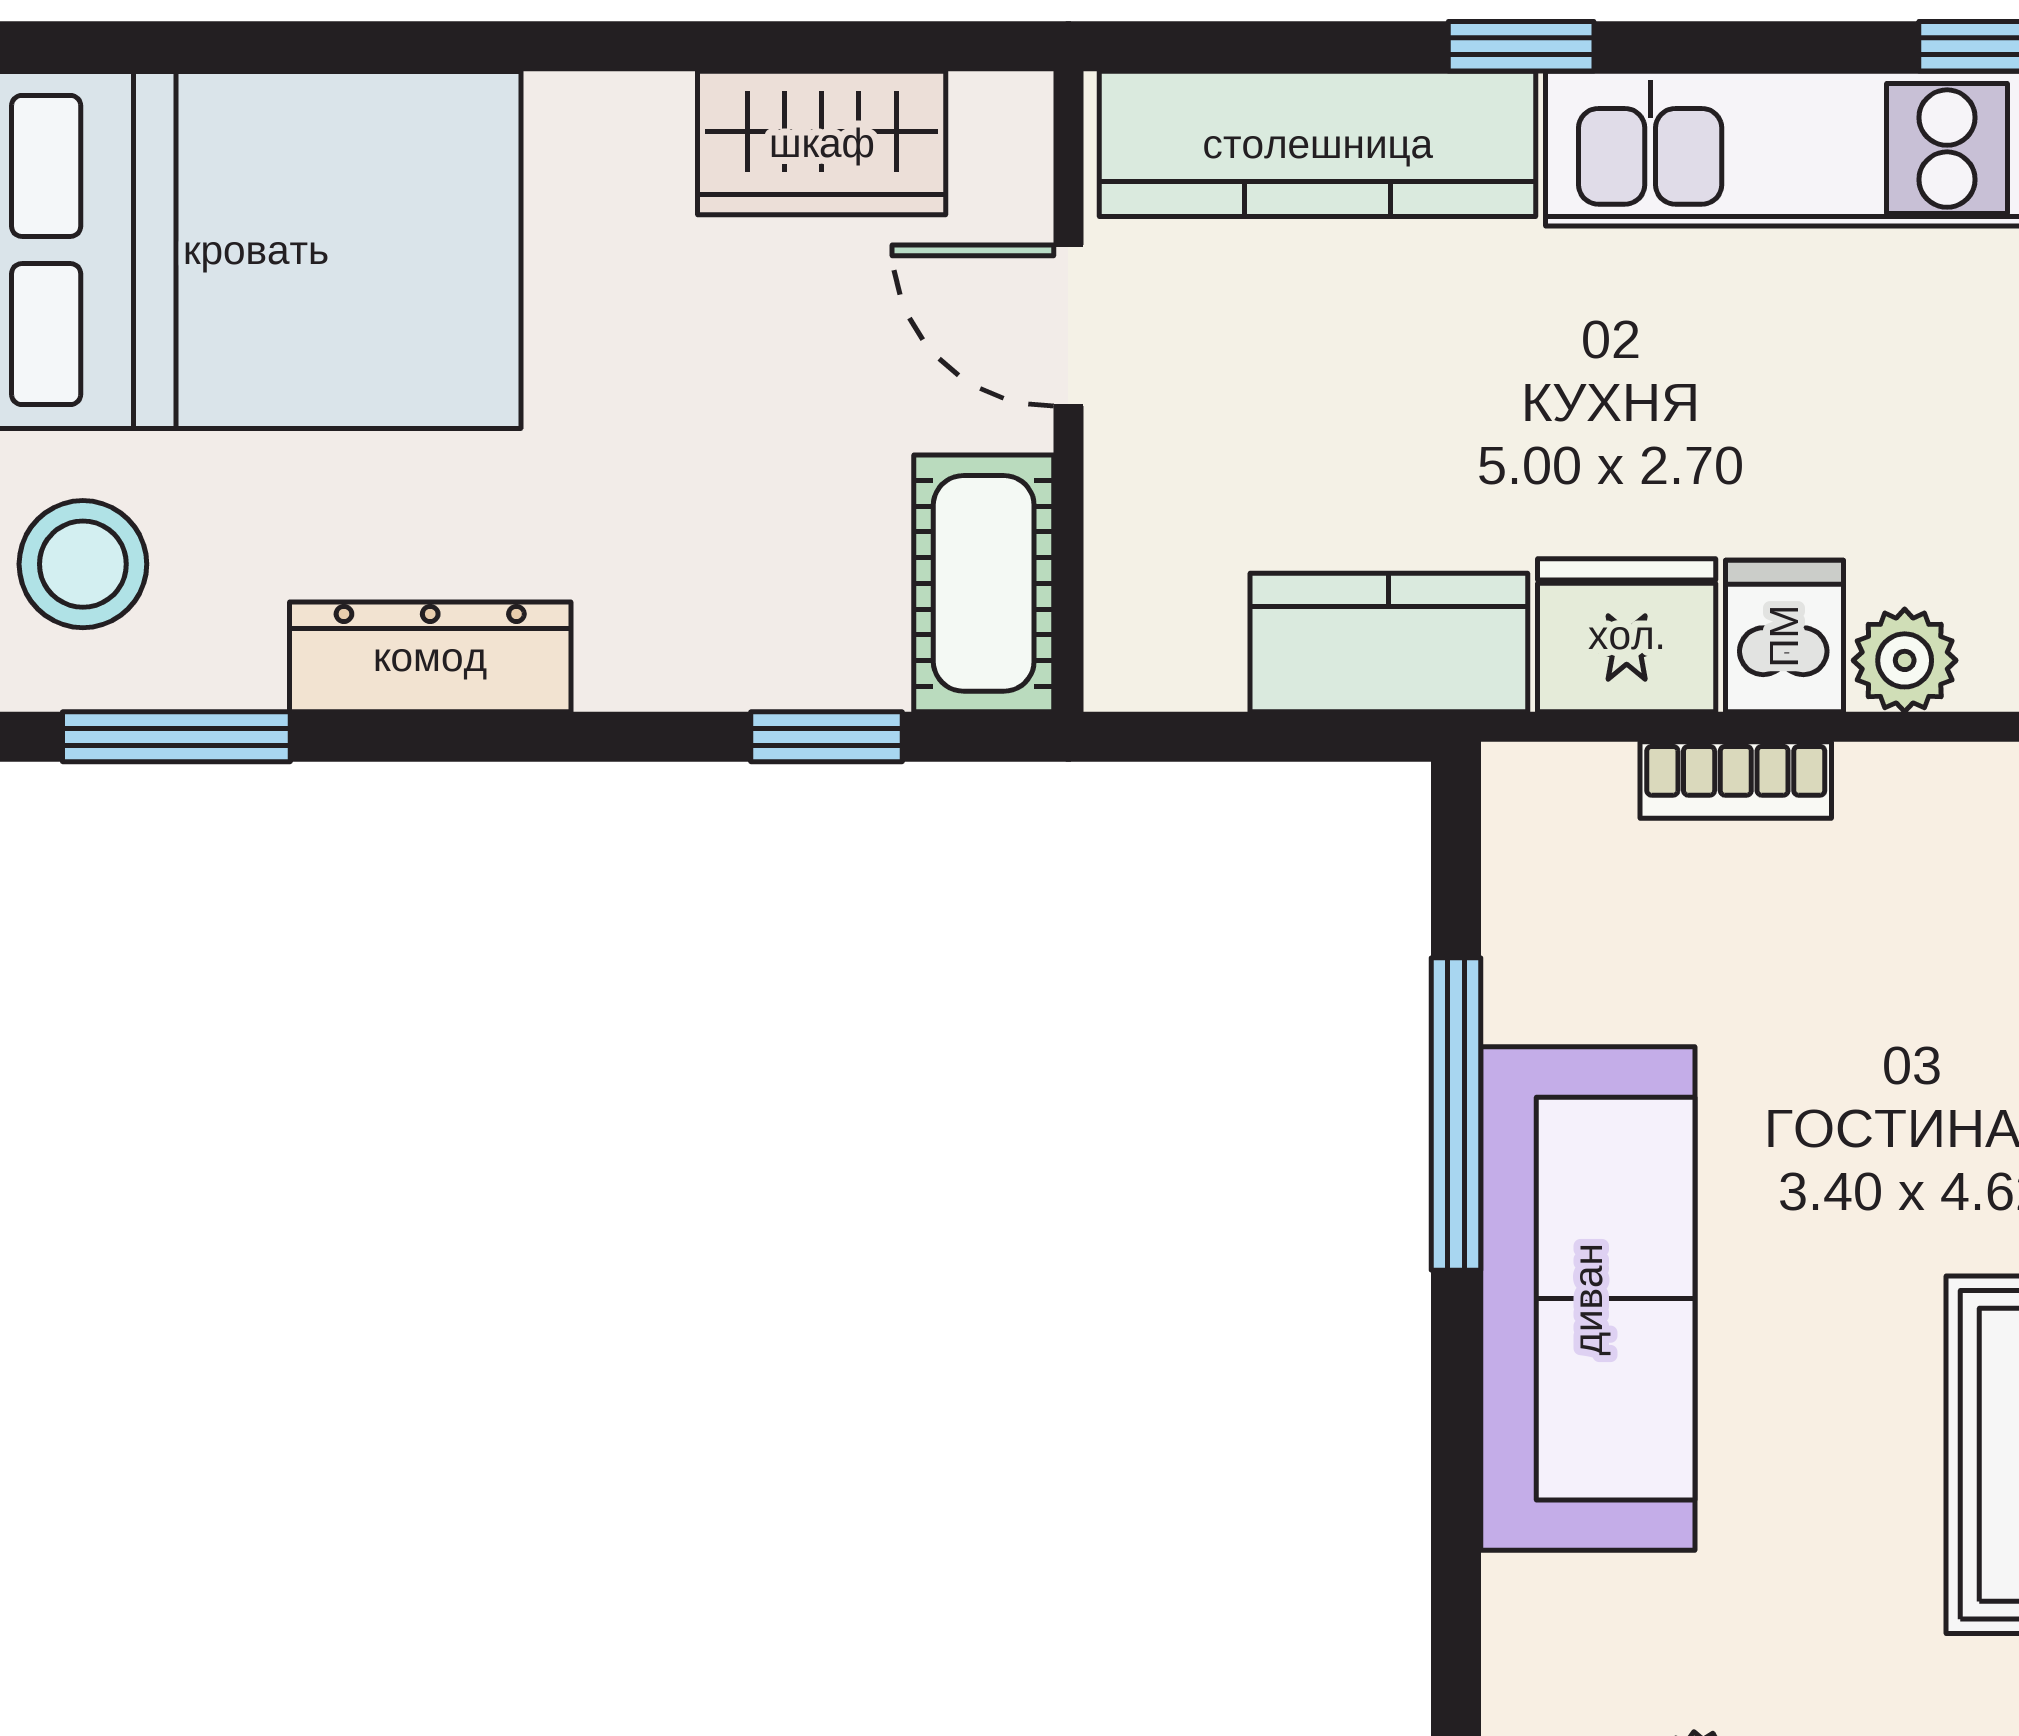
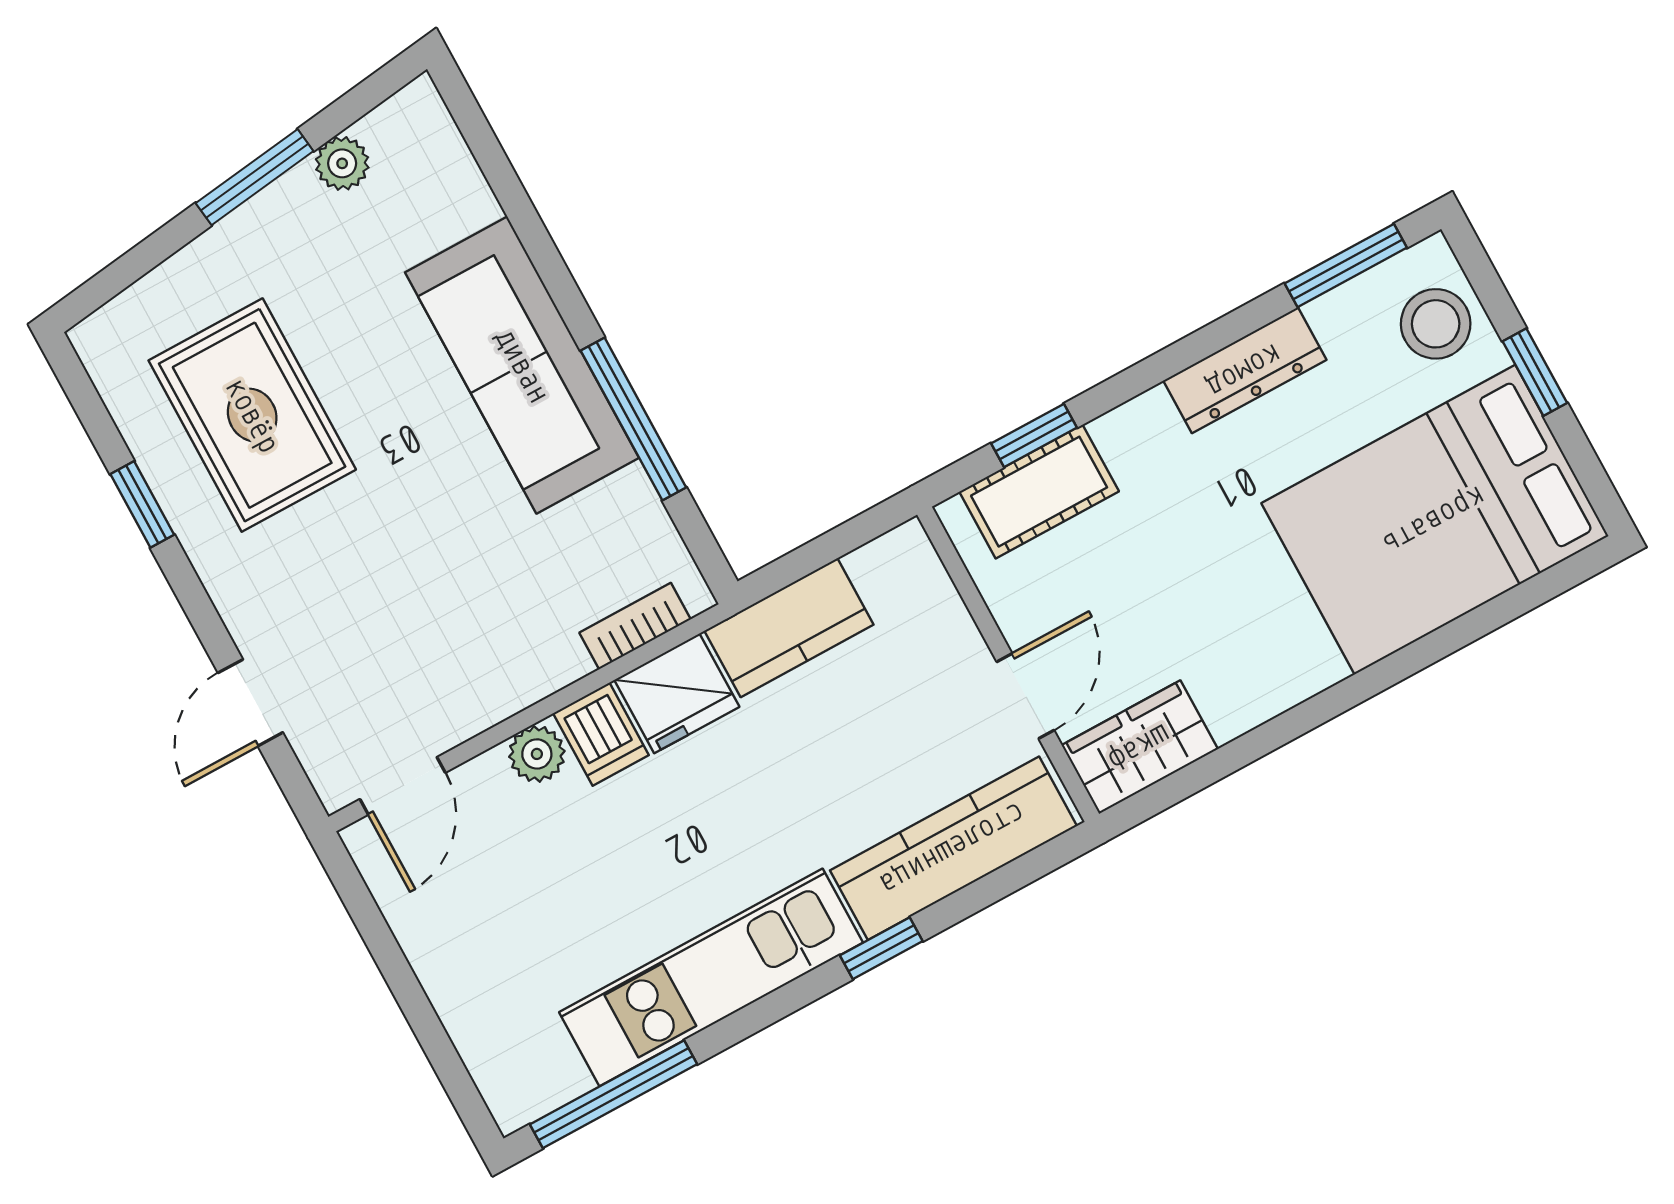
wardrobe: (822, 143) -> (1140, 747), moved
door: (1068, 325) -> (1025, 696), hinge flipped
cot: (984, 583) -> (1039, 492), moved, turned 90
bookcase: (1736, 780) -> (635, 626), moved

